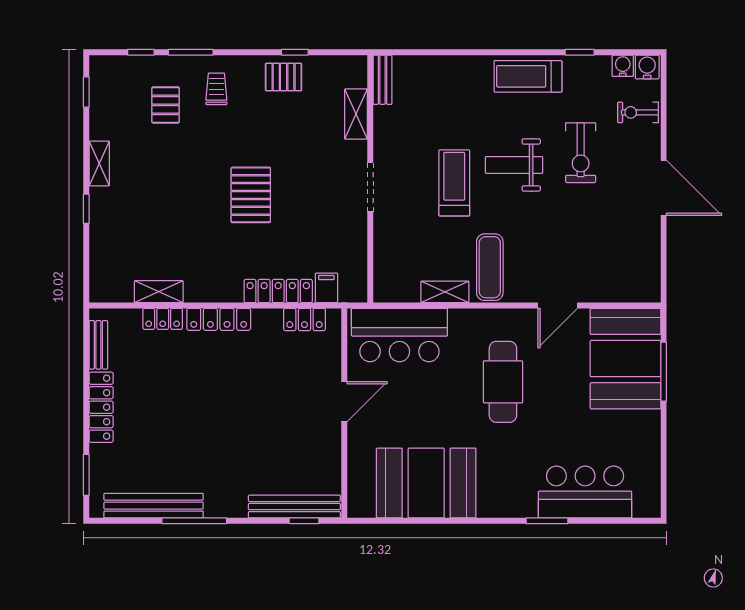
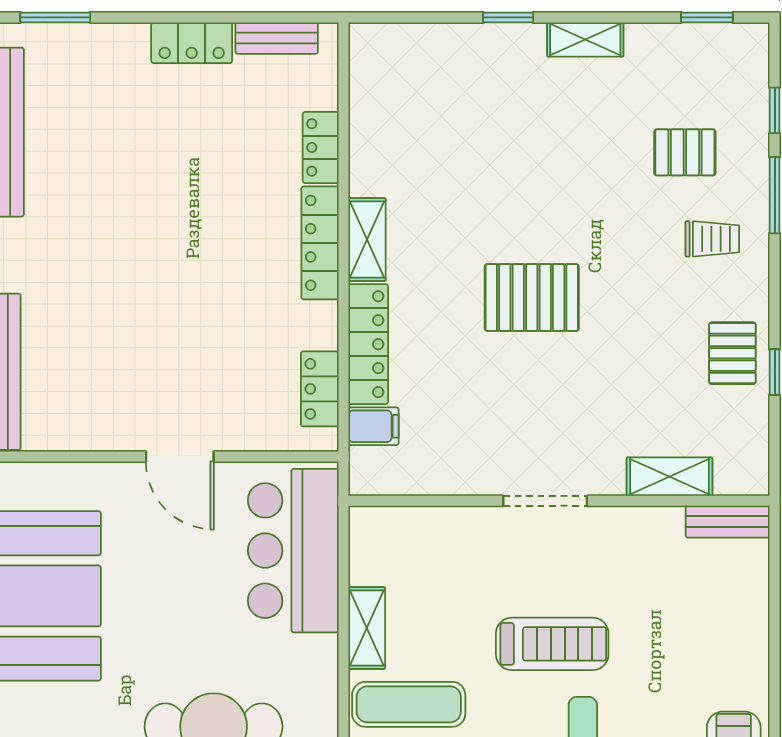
shelving: (159, 292) -> (367, 240), moved
locker: (101, 407) -> (192, 43), width x0.66

